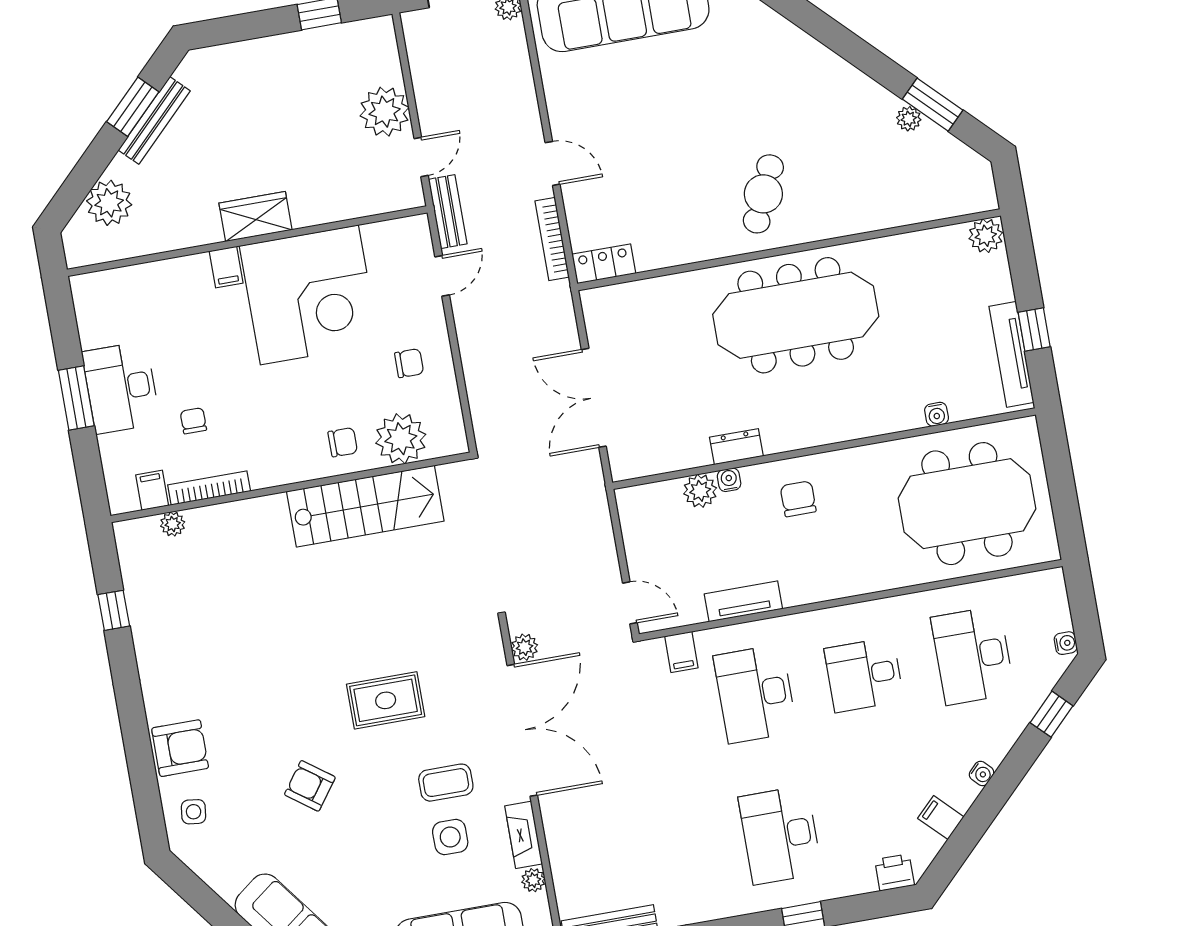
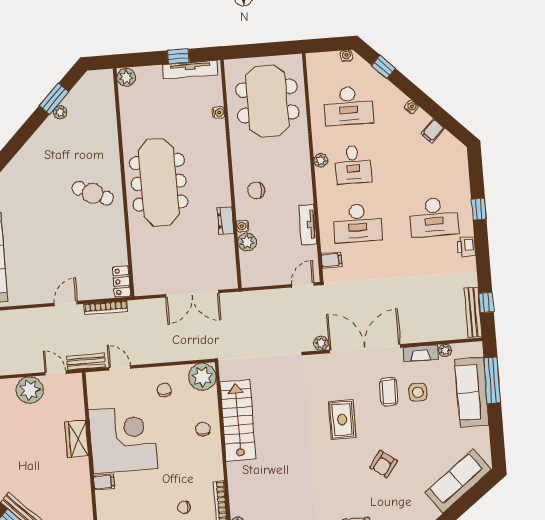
wardrobe: (255, 217) -> (77, 439), moved
plant: (401, 439) -> (202, 377), moved
plant: (866, 614) -> (321, 160), added
printer: (895, 872) -> (466, 247), moved

